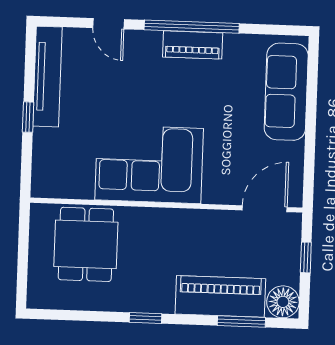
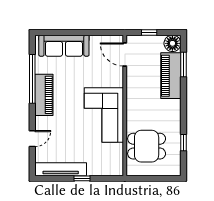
window: (192, 27) -> (32, 79), moved
piano: (193, 45) -> (44, 95), width x1.37, depth x1.33
window: (146, 318) -> (183, 143), moved

